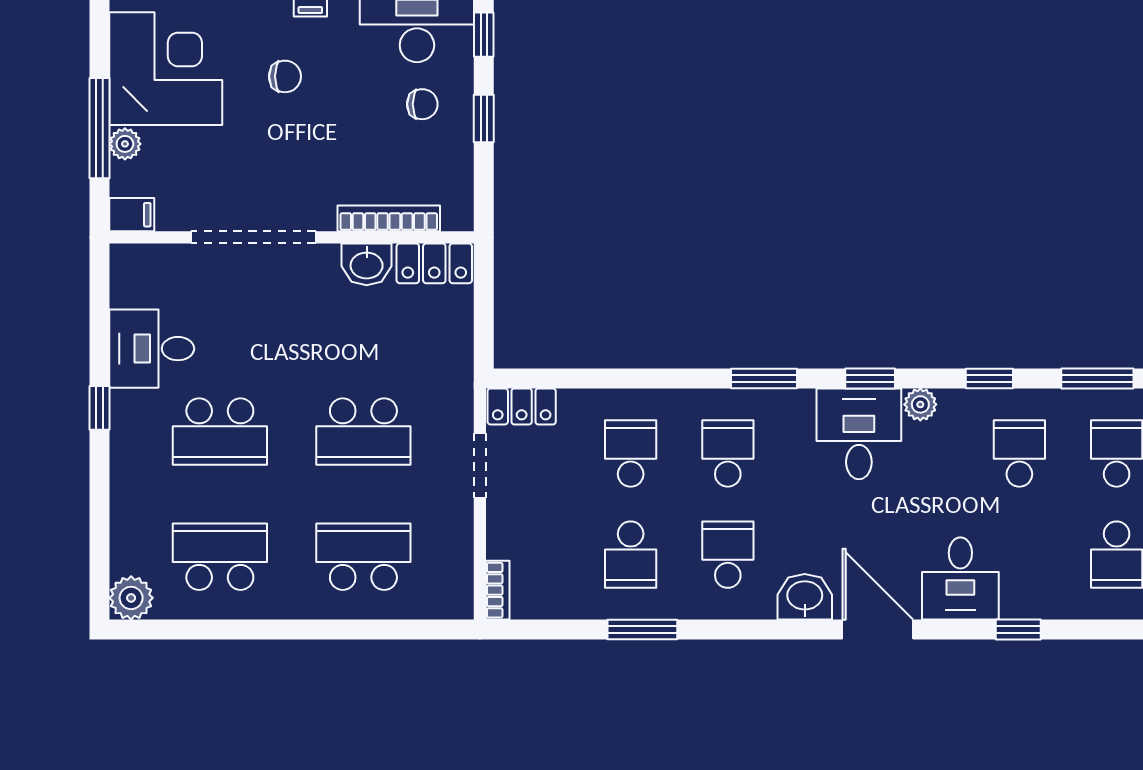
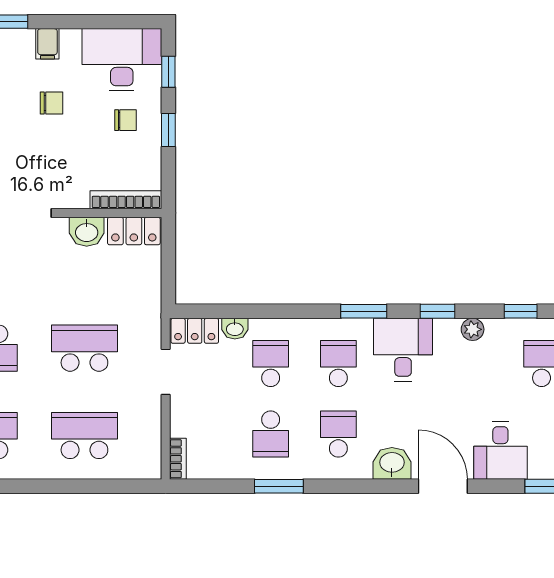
chair: (285, 76) -> (52, 103), moved
bookcase: (389, 218) -> (126, 200), moved
washbasin: (579, 403) -> (235, 329), added
school desk: (363, 431) -> (84, 348), turned 180
desk: (859, 434) -> (403, 350), moved

